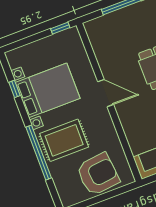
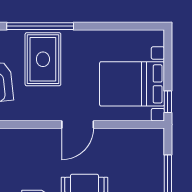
window: (14, 89) -> (120, 26), removed
bed with nightstands: (48, 90) -> (132, 84), moved, turned 90

